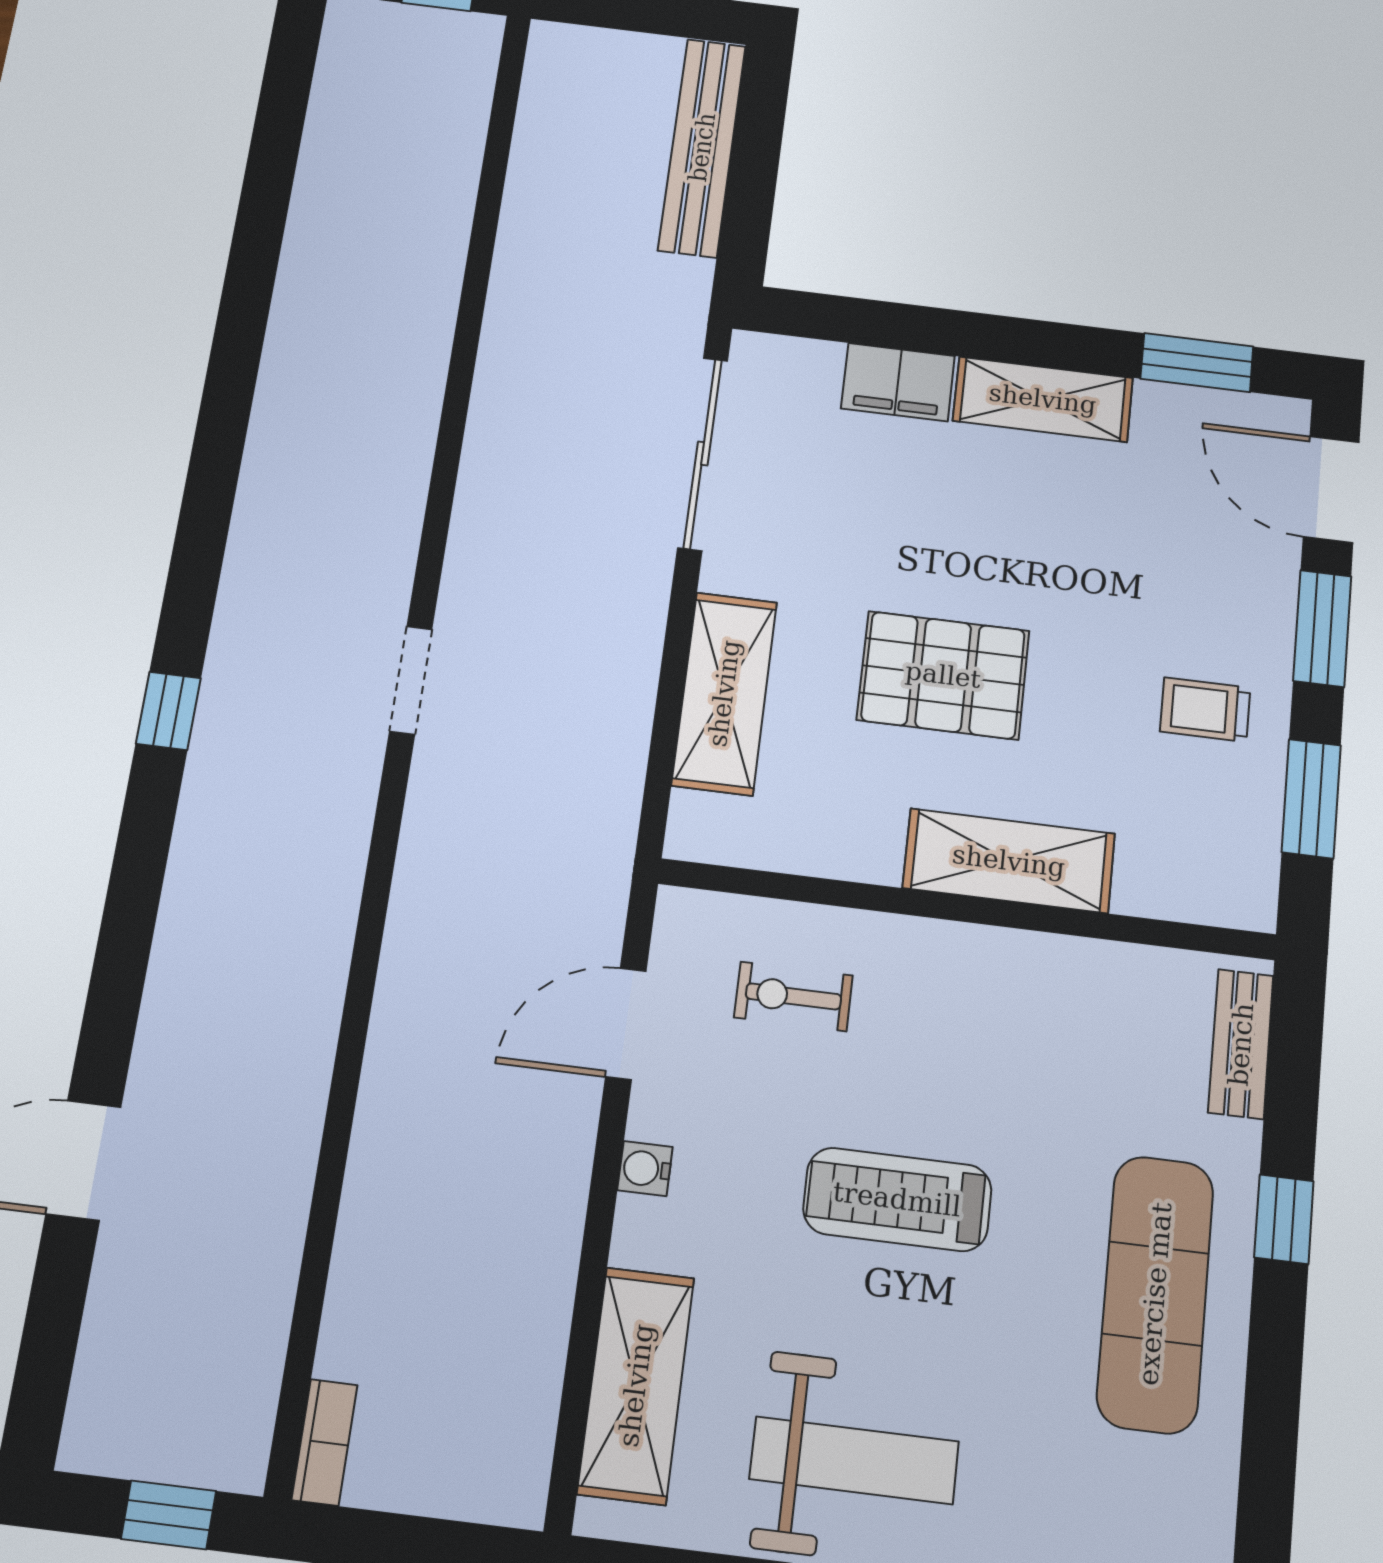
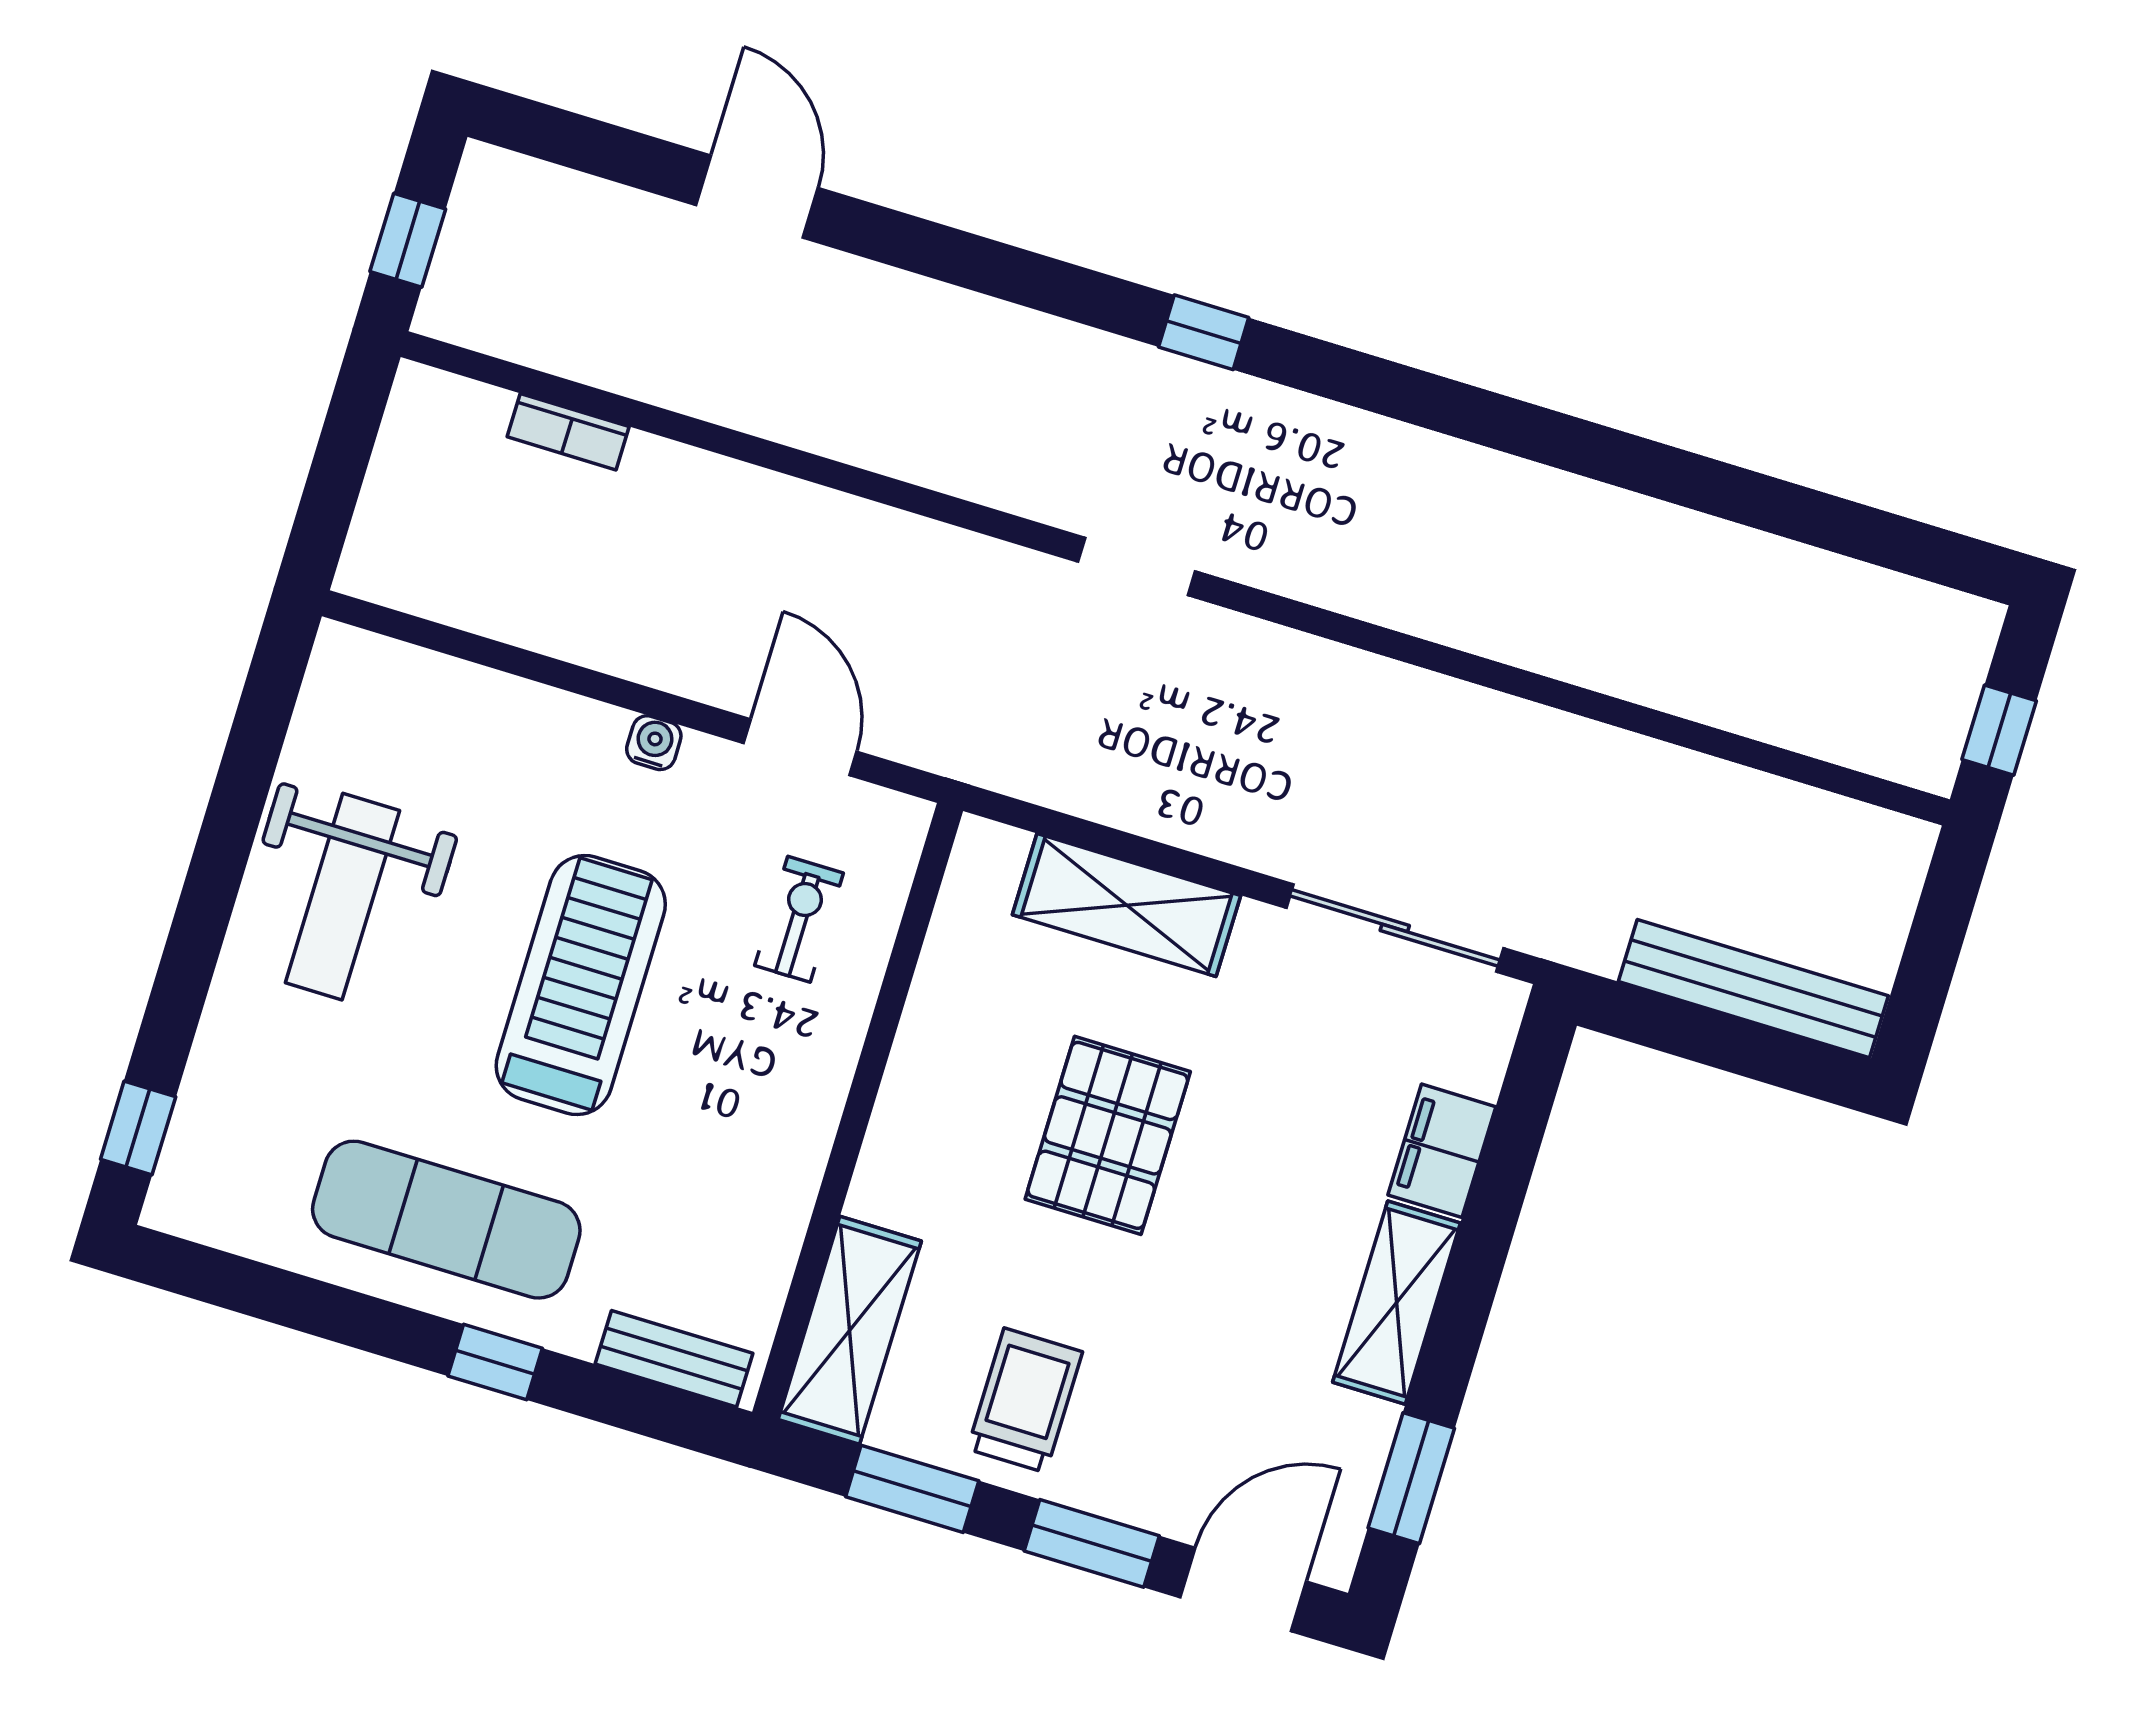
doorway: (411, 680) -> (1136, 566), moved
trolley: (1205, 710) -> (1025, 1400), width x1.36, depth x1.39
shelving: (1009, 861) -> (850, 1330), moved
treadmill: (897, 1199) -> (581, 985), width x1.37, depth x1.38
shelving: (636, 1385) -> (449, 700), removed
bookcase: (325, 1442) -> (568, 432), moved

